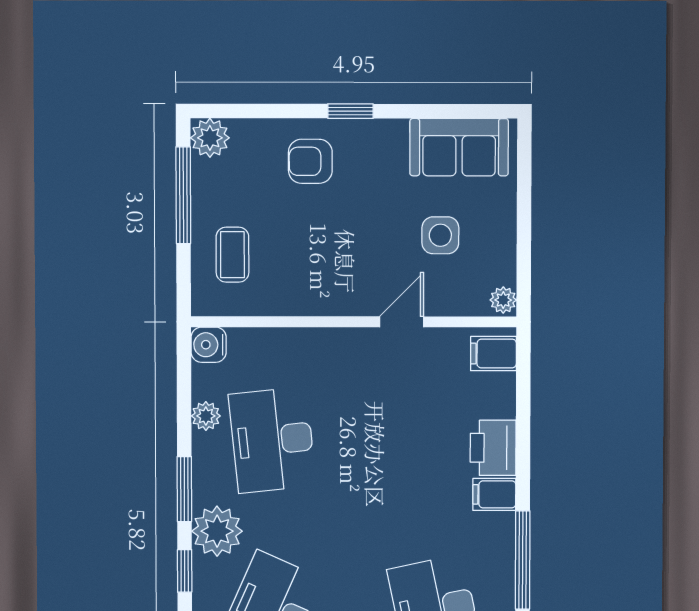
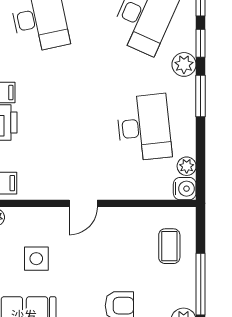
door: (402, 322) -> (83, 203), moved
plant: (206, 416) -> (187, 166), moved
plant: (217, 531) -> (184, 64), width x0.73, depth x0.73

